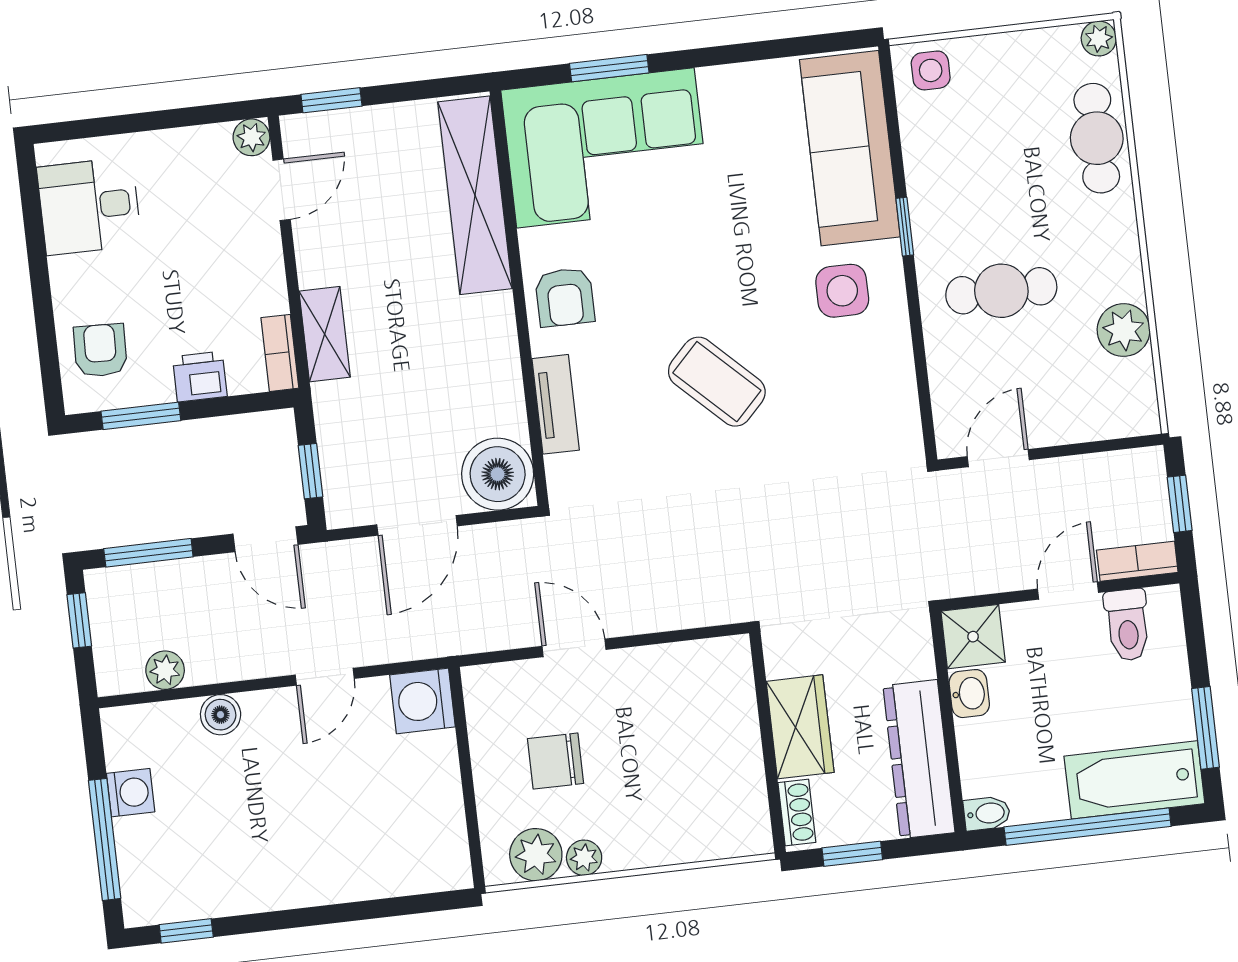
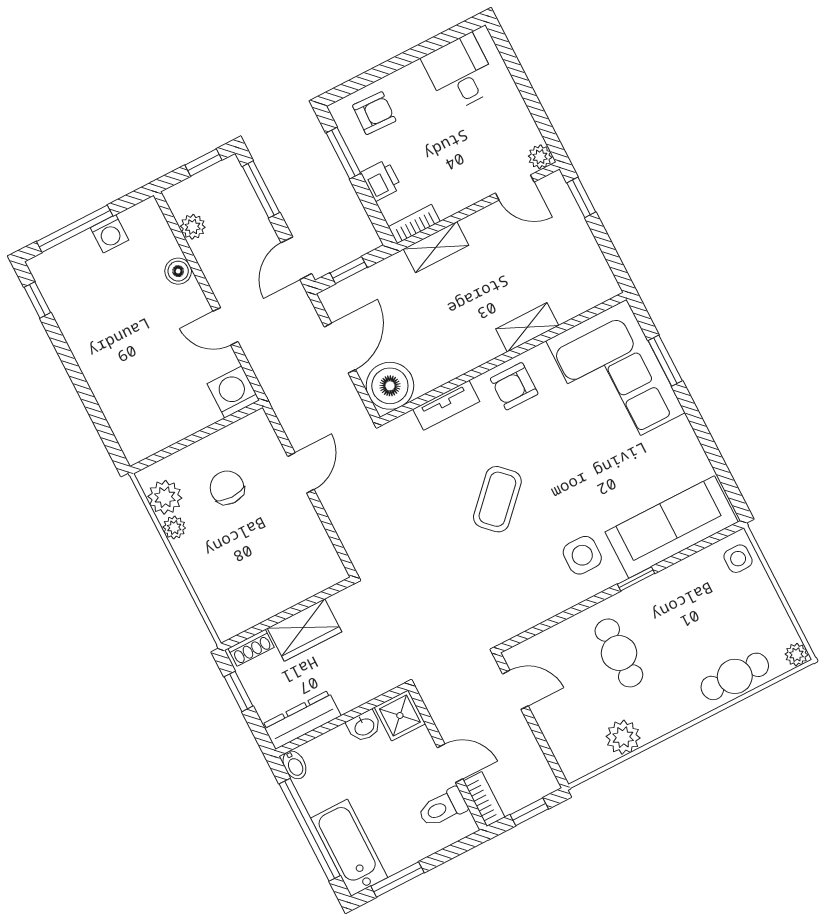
shelving: (475, 195) -> (527, 327), width x0.45, depth x0.75
door: (417, 525) -> (340, 348), swing flipped
dresser: (919, 759) -> (302, 720), width x0.73, depth x0.80

